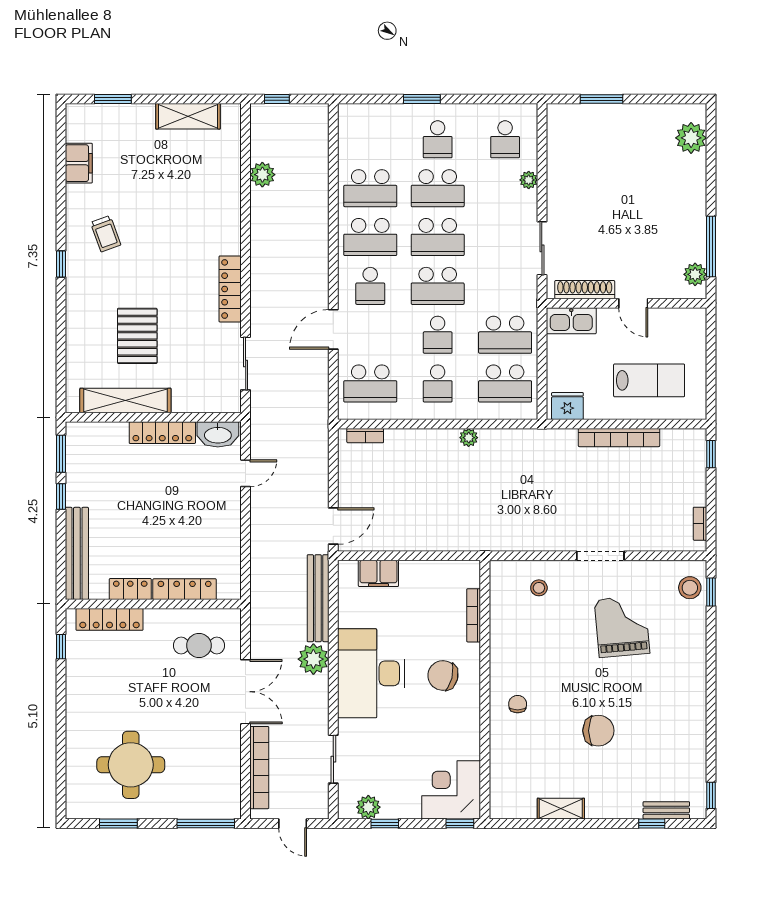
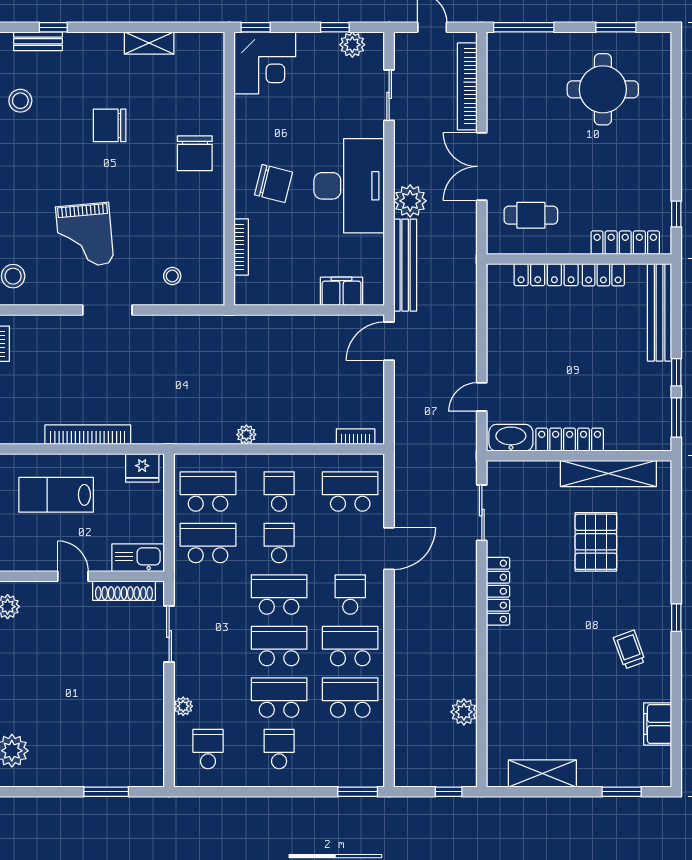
window: (422, 99) -> (358, 792), moved
chair: (518, 704) -> (195, 153), width x1.87, depth x1.87
stool: (683, 754) -> (20, 101), added

